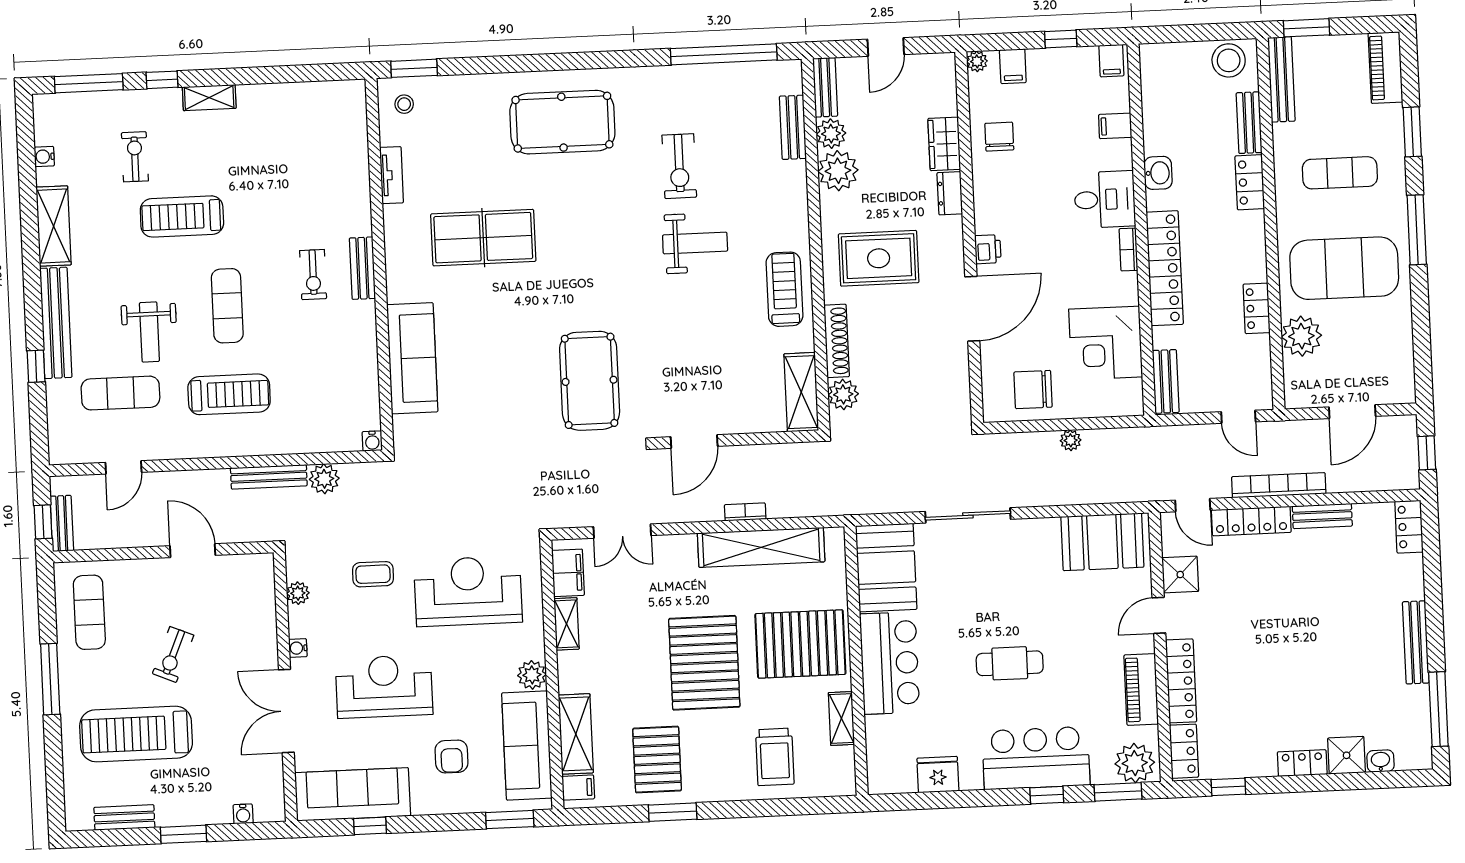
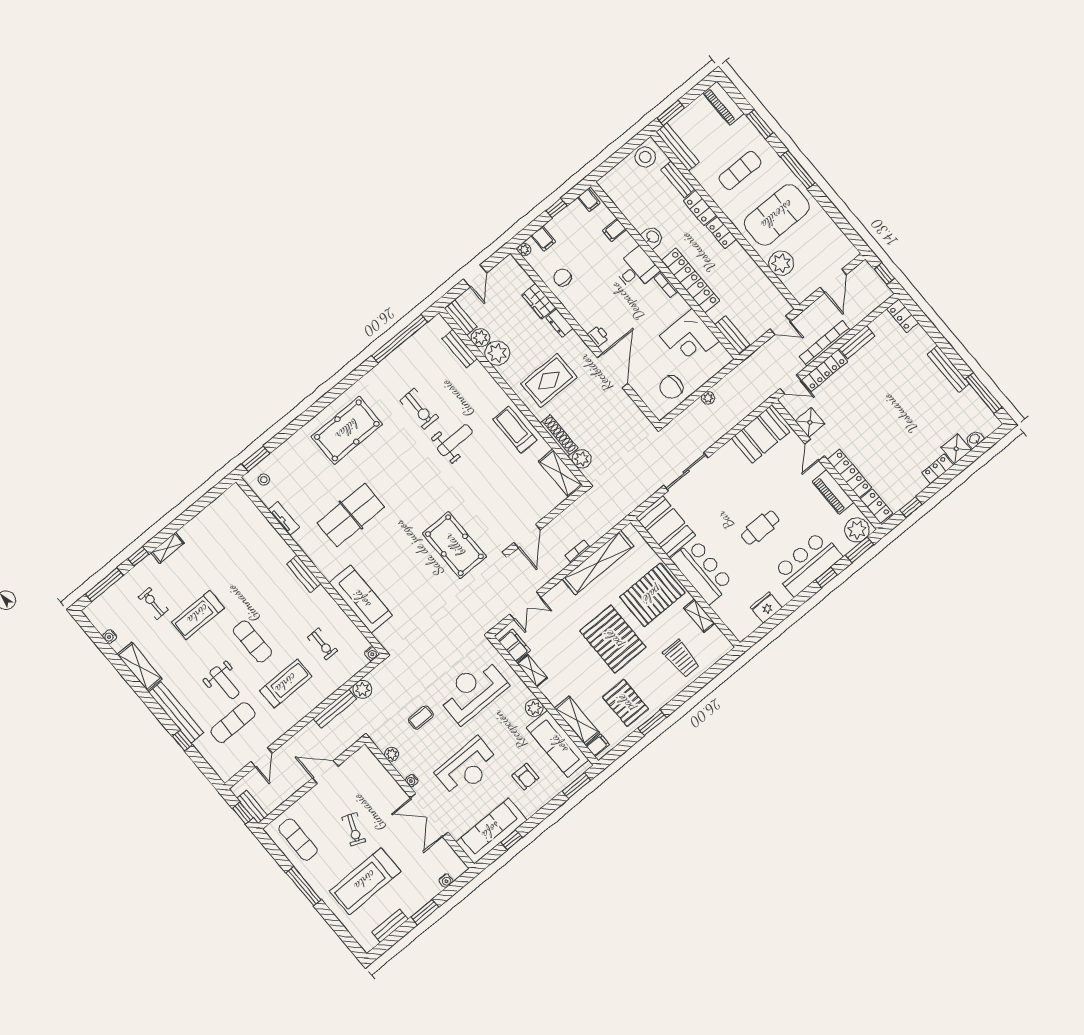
exercise bike: (313, 275) -> (323, 644), moved
locker: (1257, 308) -> (721, 233), moved
reception desk: (384, 686) -> (467, 768), turned 180

